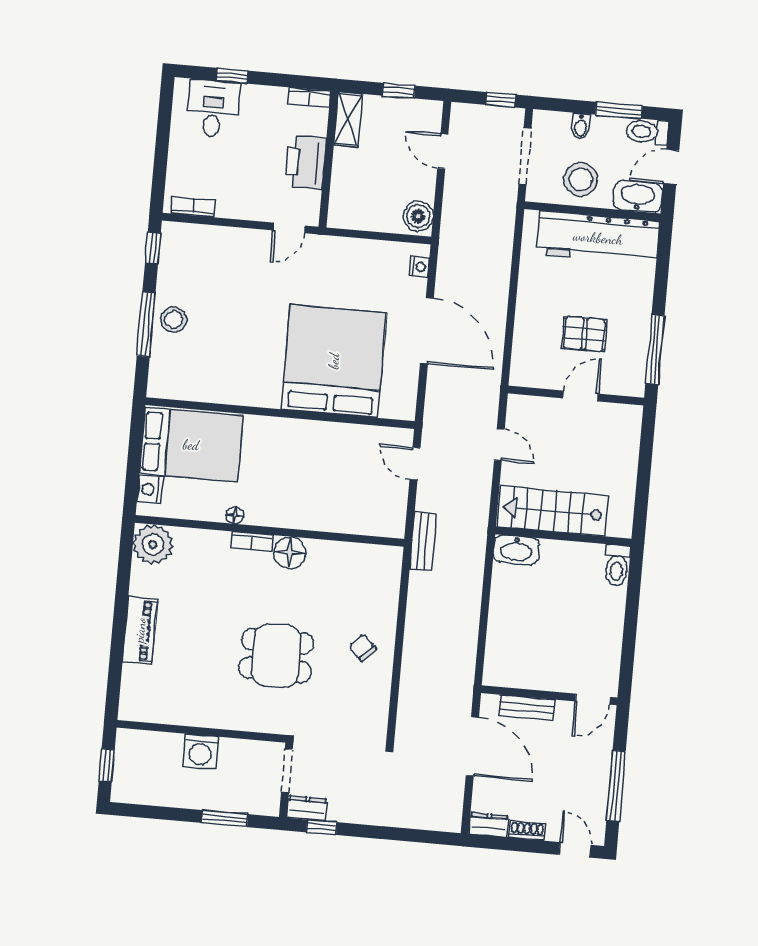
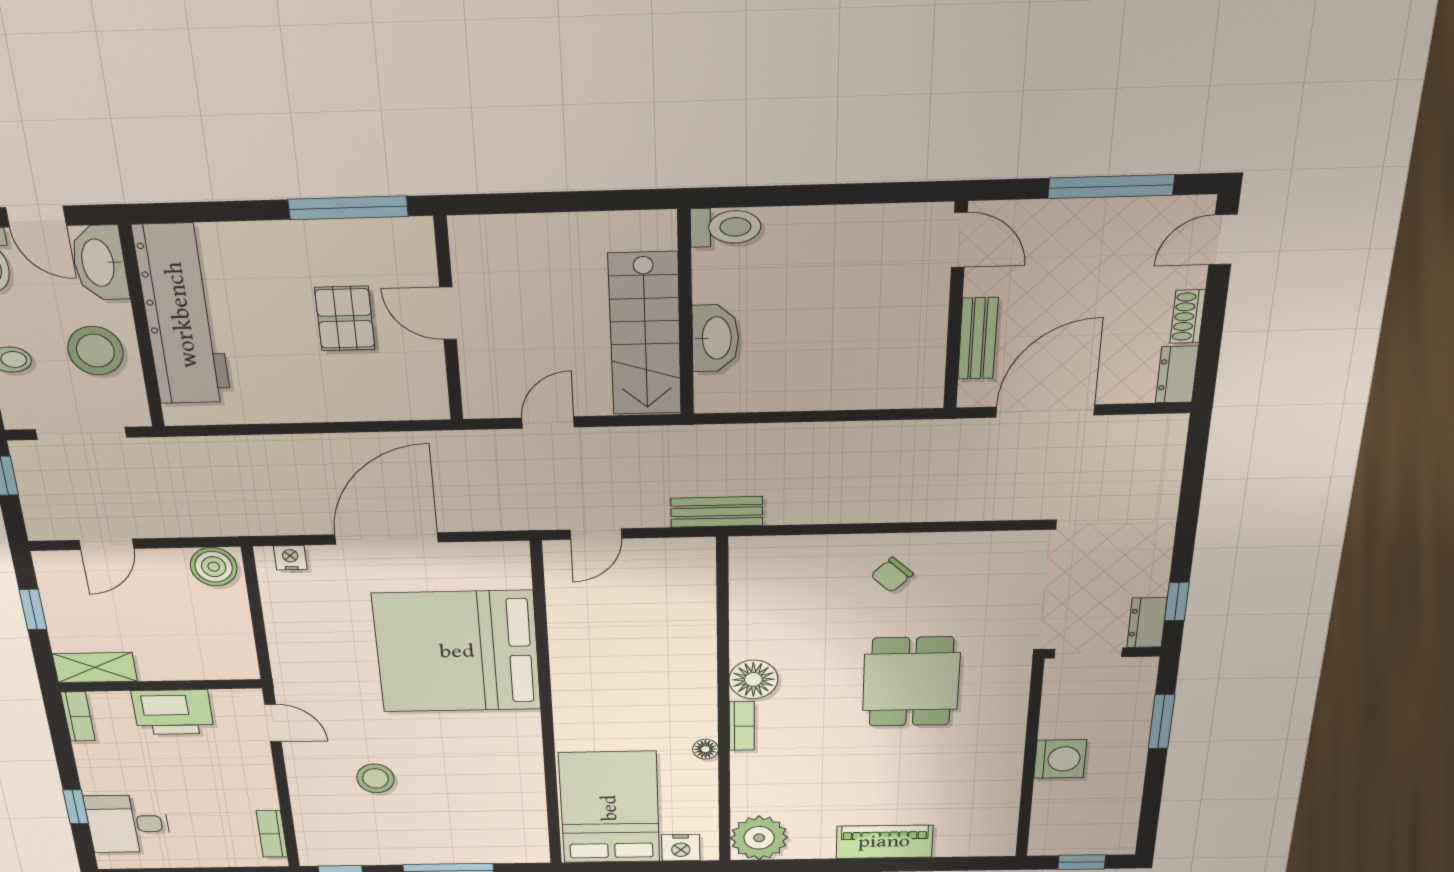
stool: (174, 320) -> (375, 778), moved
washbasin: (516, 550) -> (715, 338), moved

